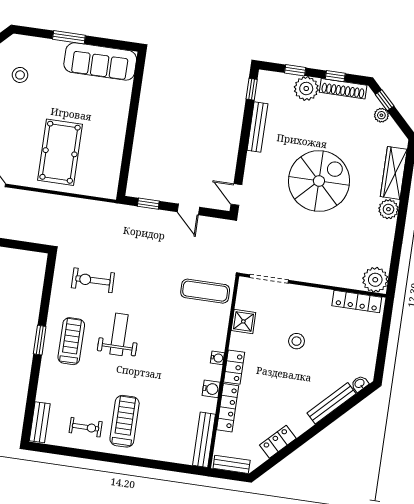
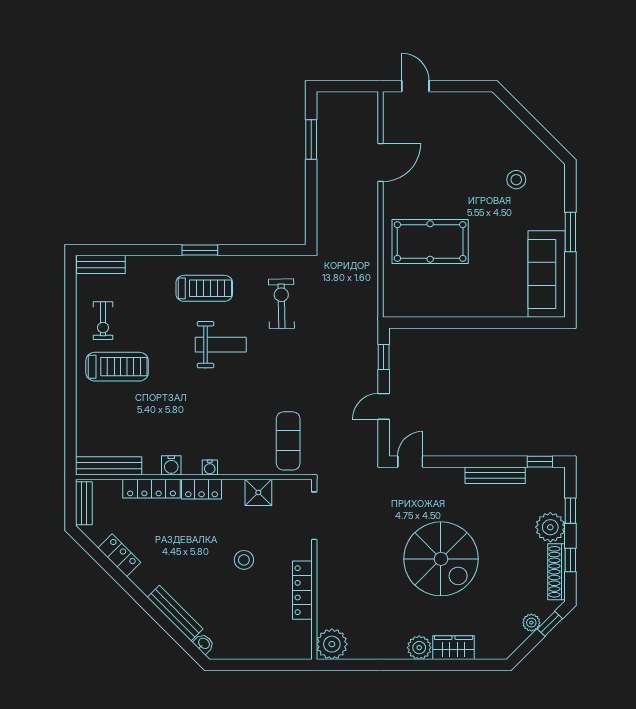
wardrobe: (394, 173) -> (454, 648), width x0.67
locker: (357, 301) -> (302, 590), moved

